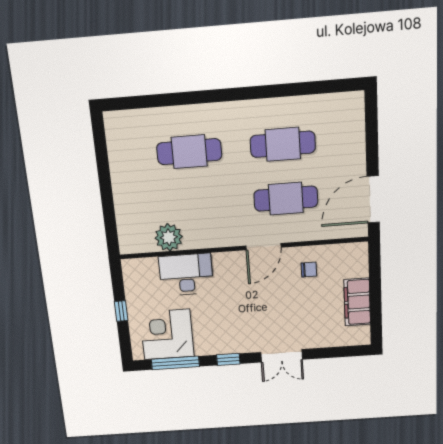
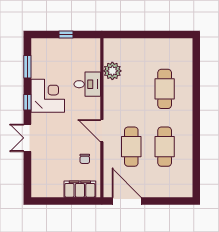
desk: (186, 275) -> (87, 84), width x0.73
filing cabinet: (357, 302) -> (80, 189), moved
corner desk: (167, 334) -> (48, 96), moved
window: (175, 363) -> (27, 67), width x0.69

